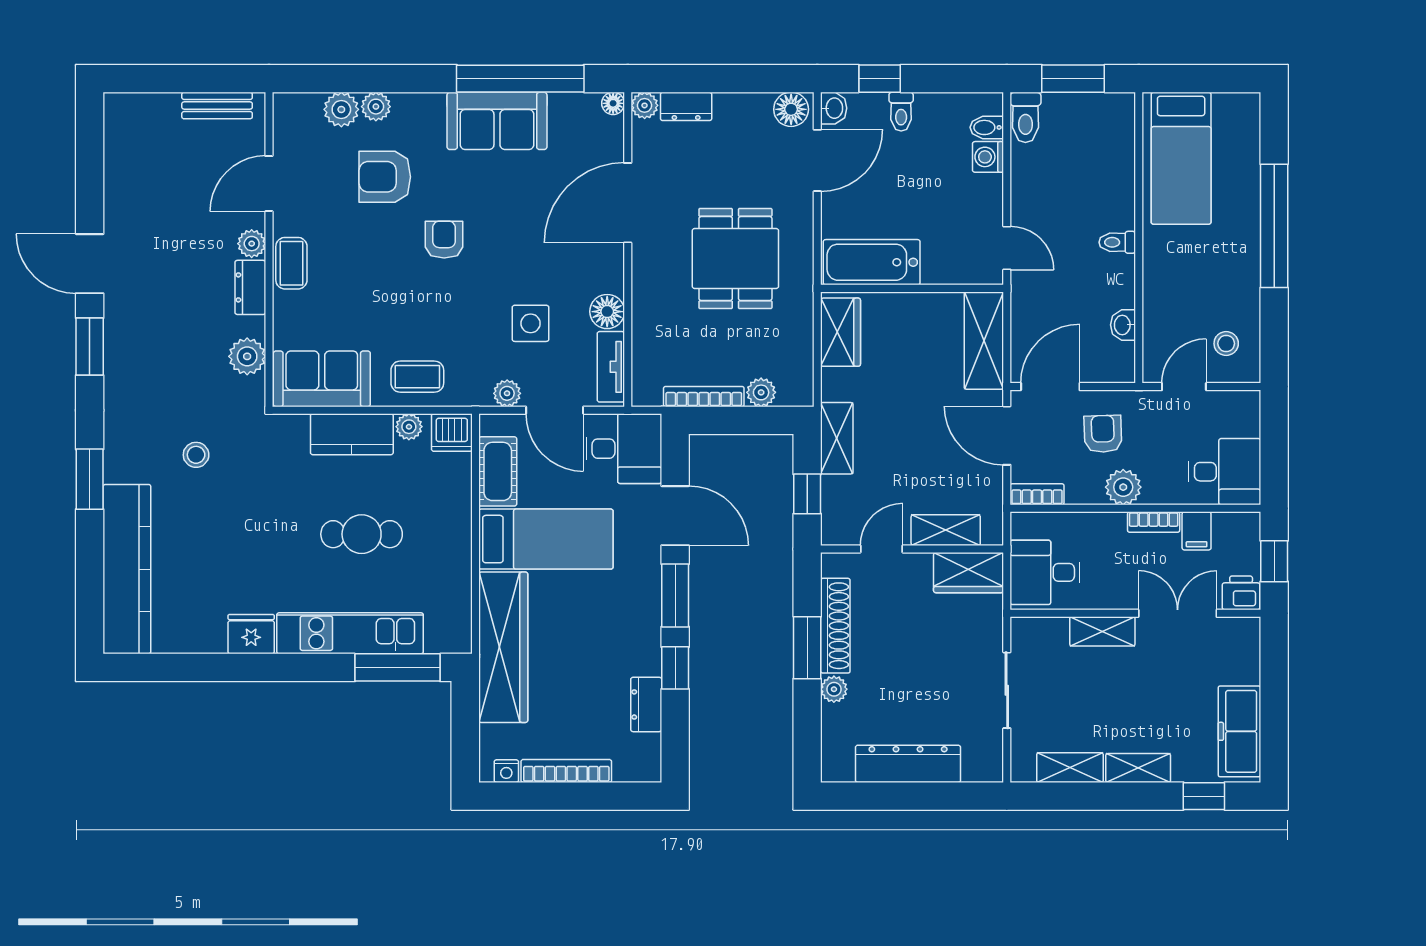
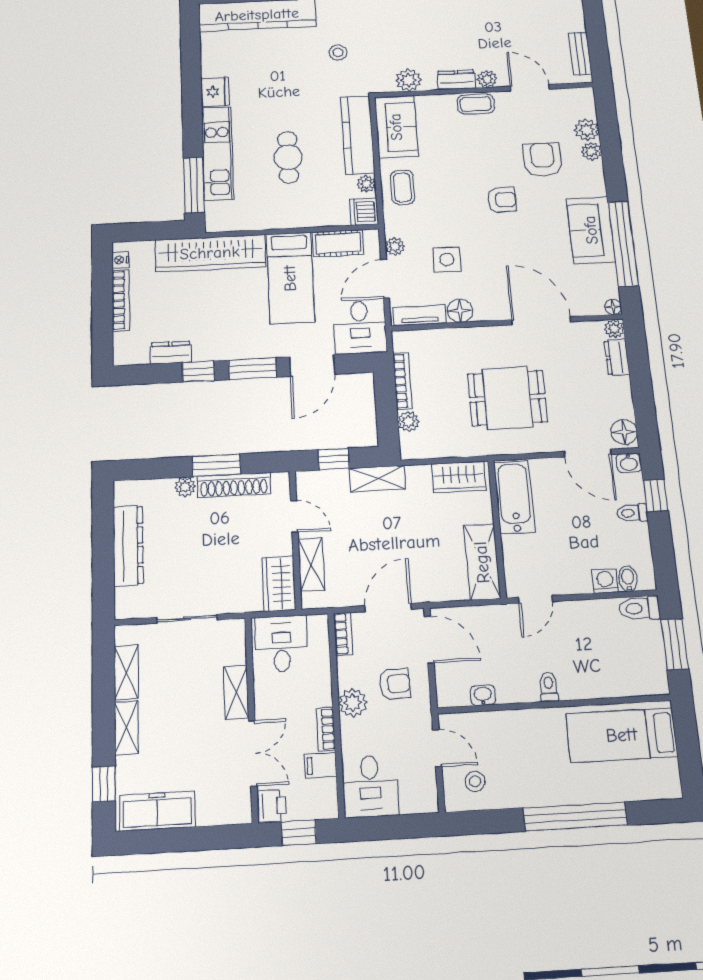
shelving: (984, 341) -> (482, 562), moved, turned 90
kitchen counter: (352, 434) -> (358, 135), width x1.50

